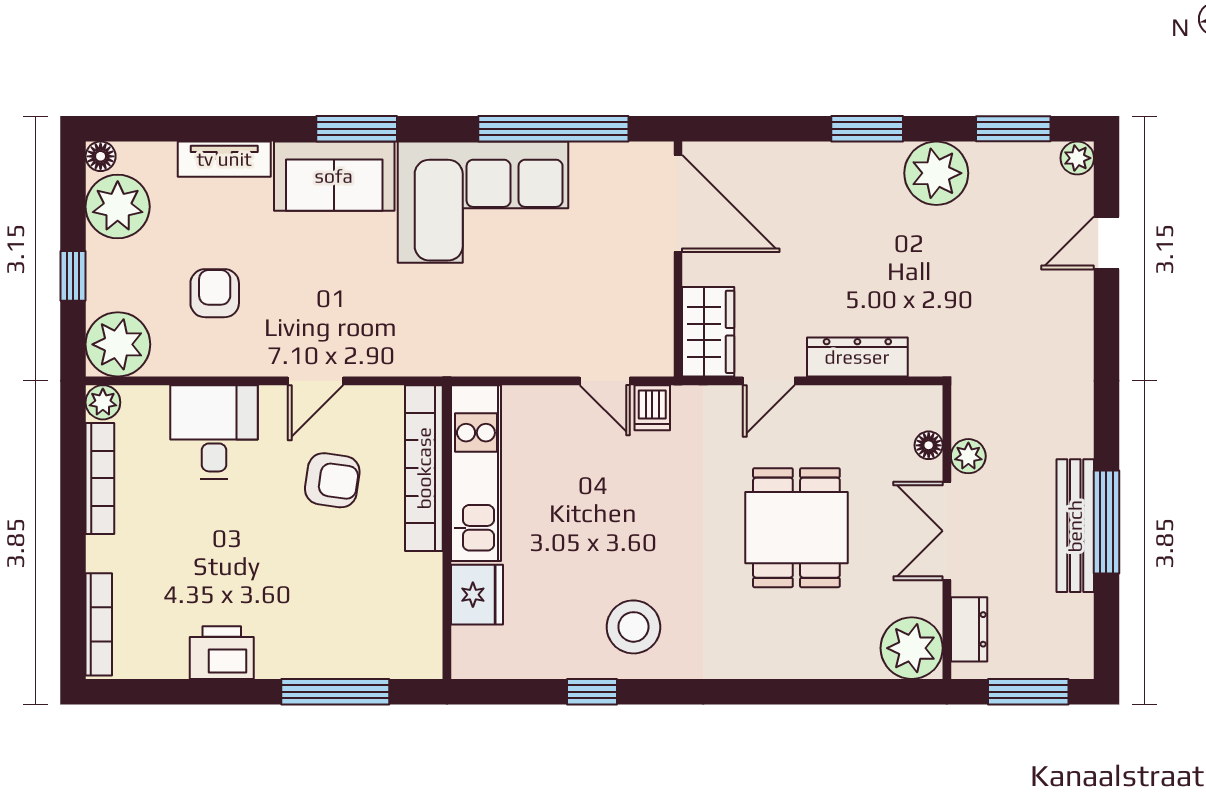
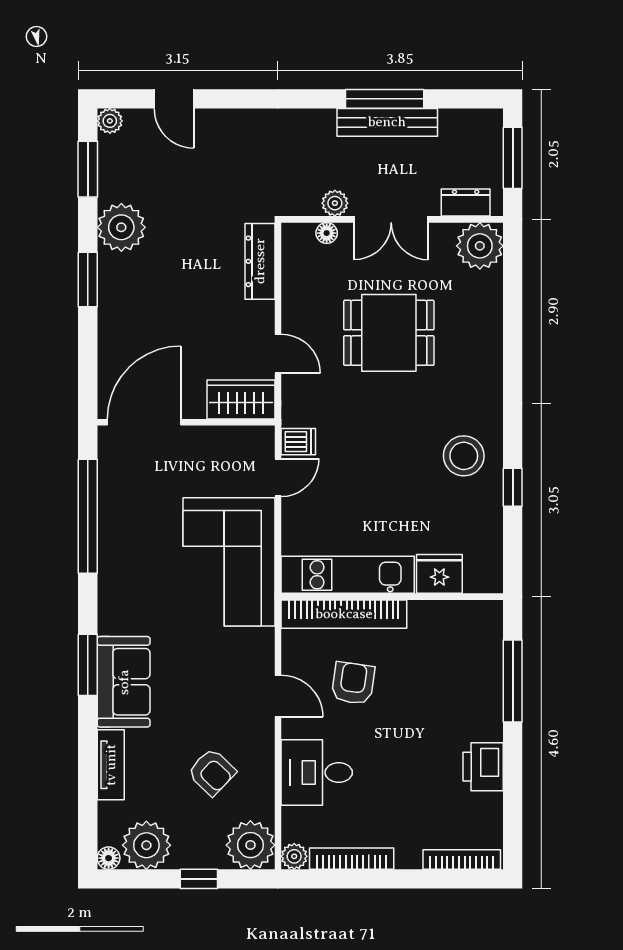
corner sofa: (483, 202) -> (229, 562), moved, turned 180
armchair: (215, 293) -> (212, 772), turned -136
dresser: (857, 357) -> (260, 261), moved

